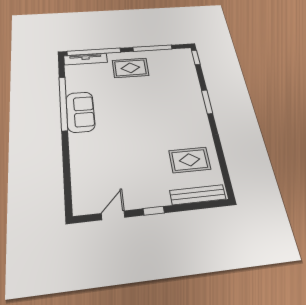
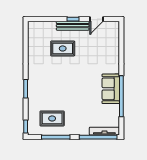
rug: (130, 68) -> (52, 118), moved
rug: (190, 160) -> (63, 48), moved
bench: (198, 195) -> (73, 26), moved

